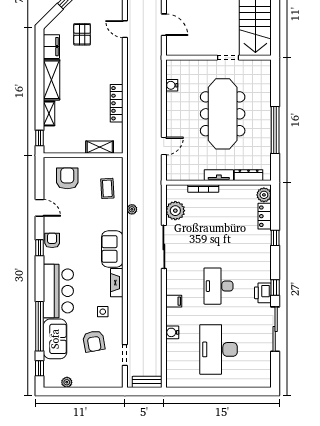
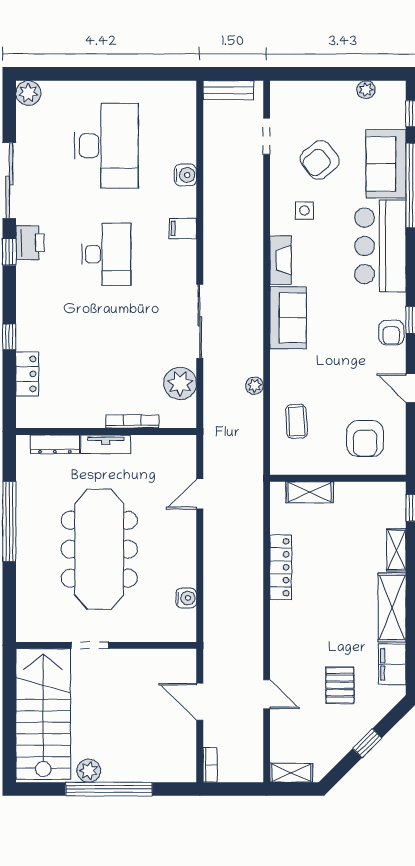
plant: (264, 195) -> (28, 93), moved
armchair: (94, 341) -> (320, 160), turned -119

